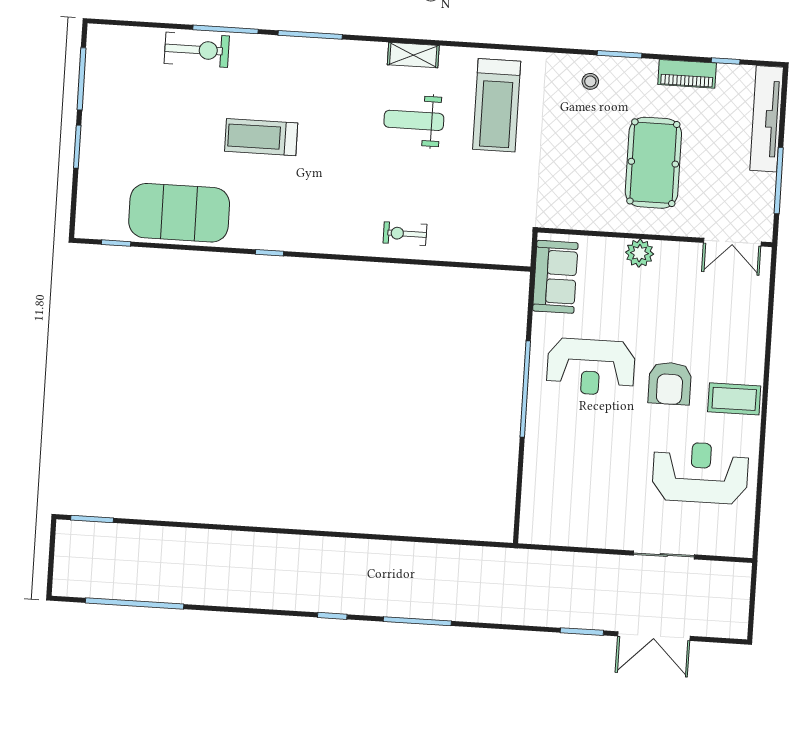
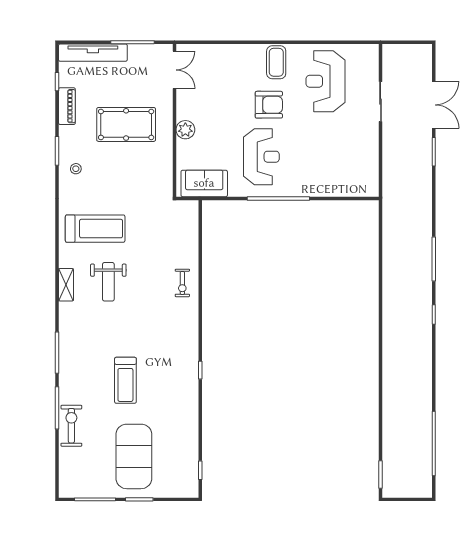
exercise mat: (179, 213) -> (134, 456), moved

